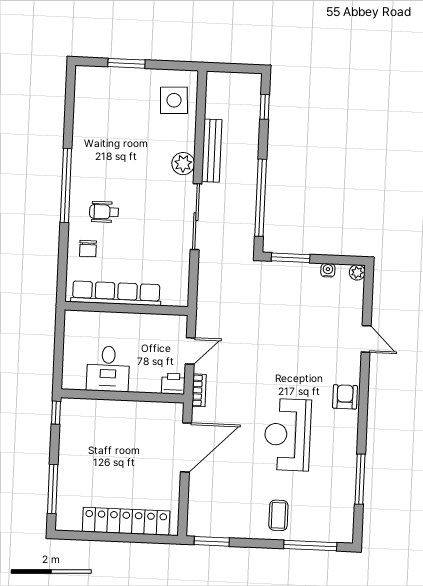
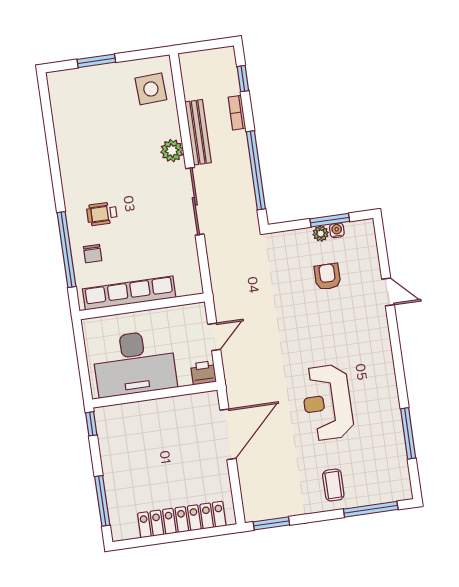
window: (66, 185) -> (66, 250), moved
window: (291, 258) -> (330, 220), moved
plant: (357, 272) -> (321, 234), moved
desk: (108, 369) -> (134, 363), width x1.87, depth x1.30
bookcase: (199, 390) -> (237, 113), moved, turned 180
armchair: (345, 397) -> (327, 277), moved

